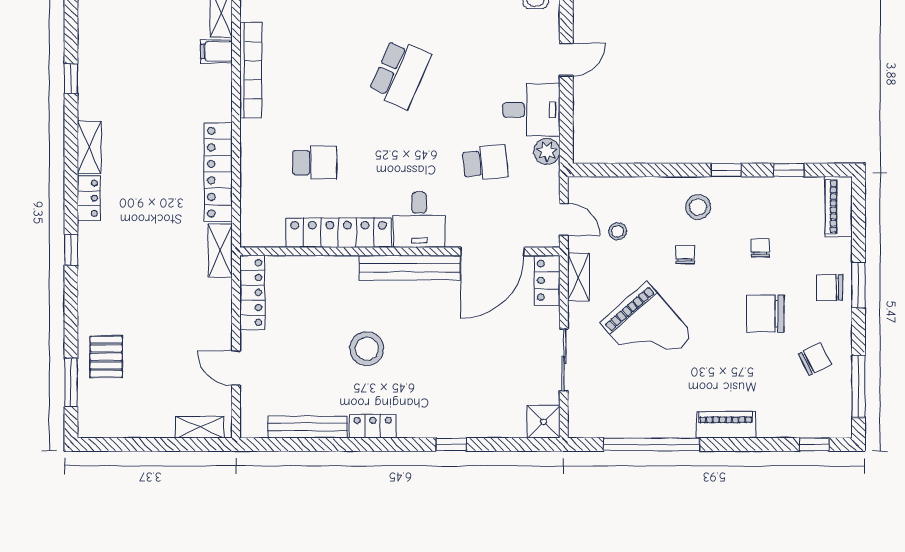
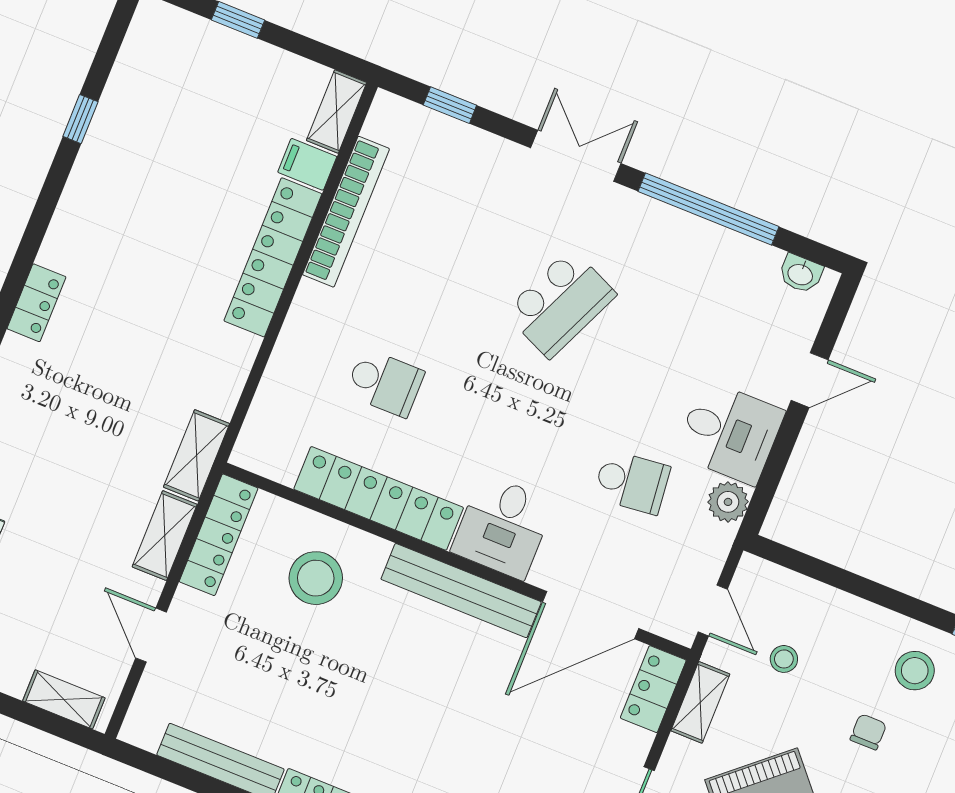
shelving: (89, 147) -> (165, 536), moved
locker: (218, 172) -> (273, 257), moved
stool: (367, 349) -> (316, 578), moved

